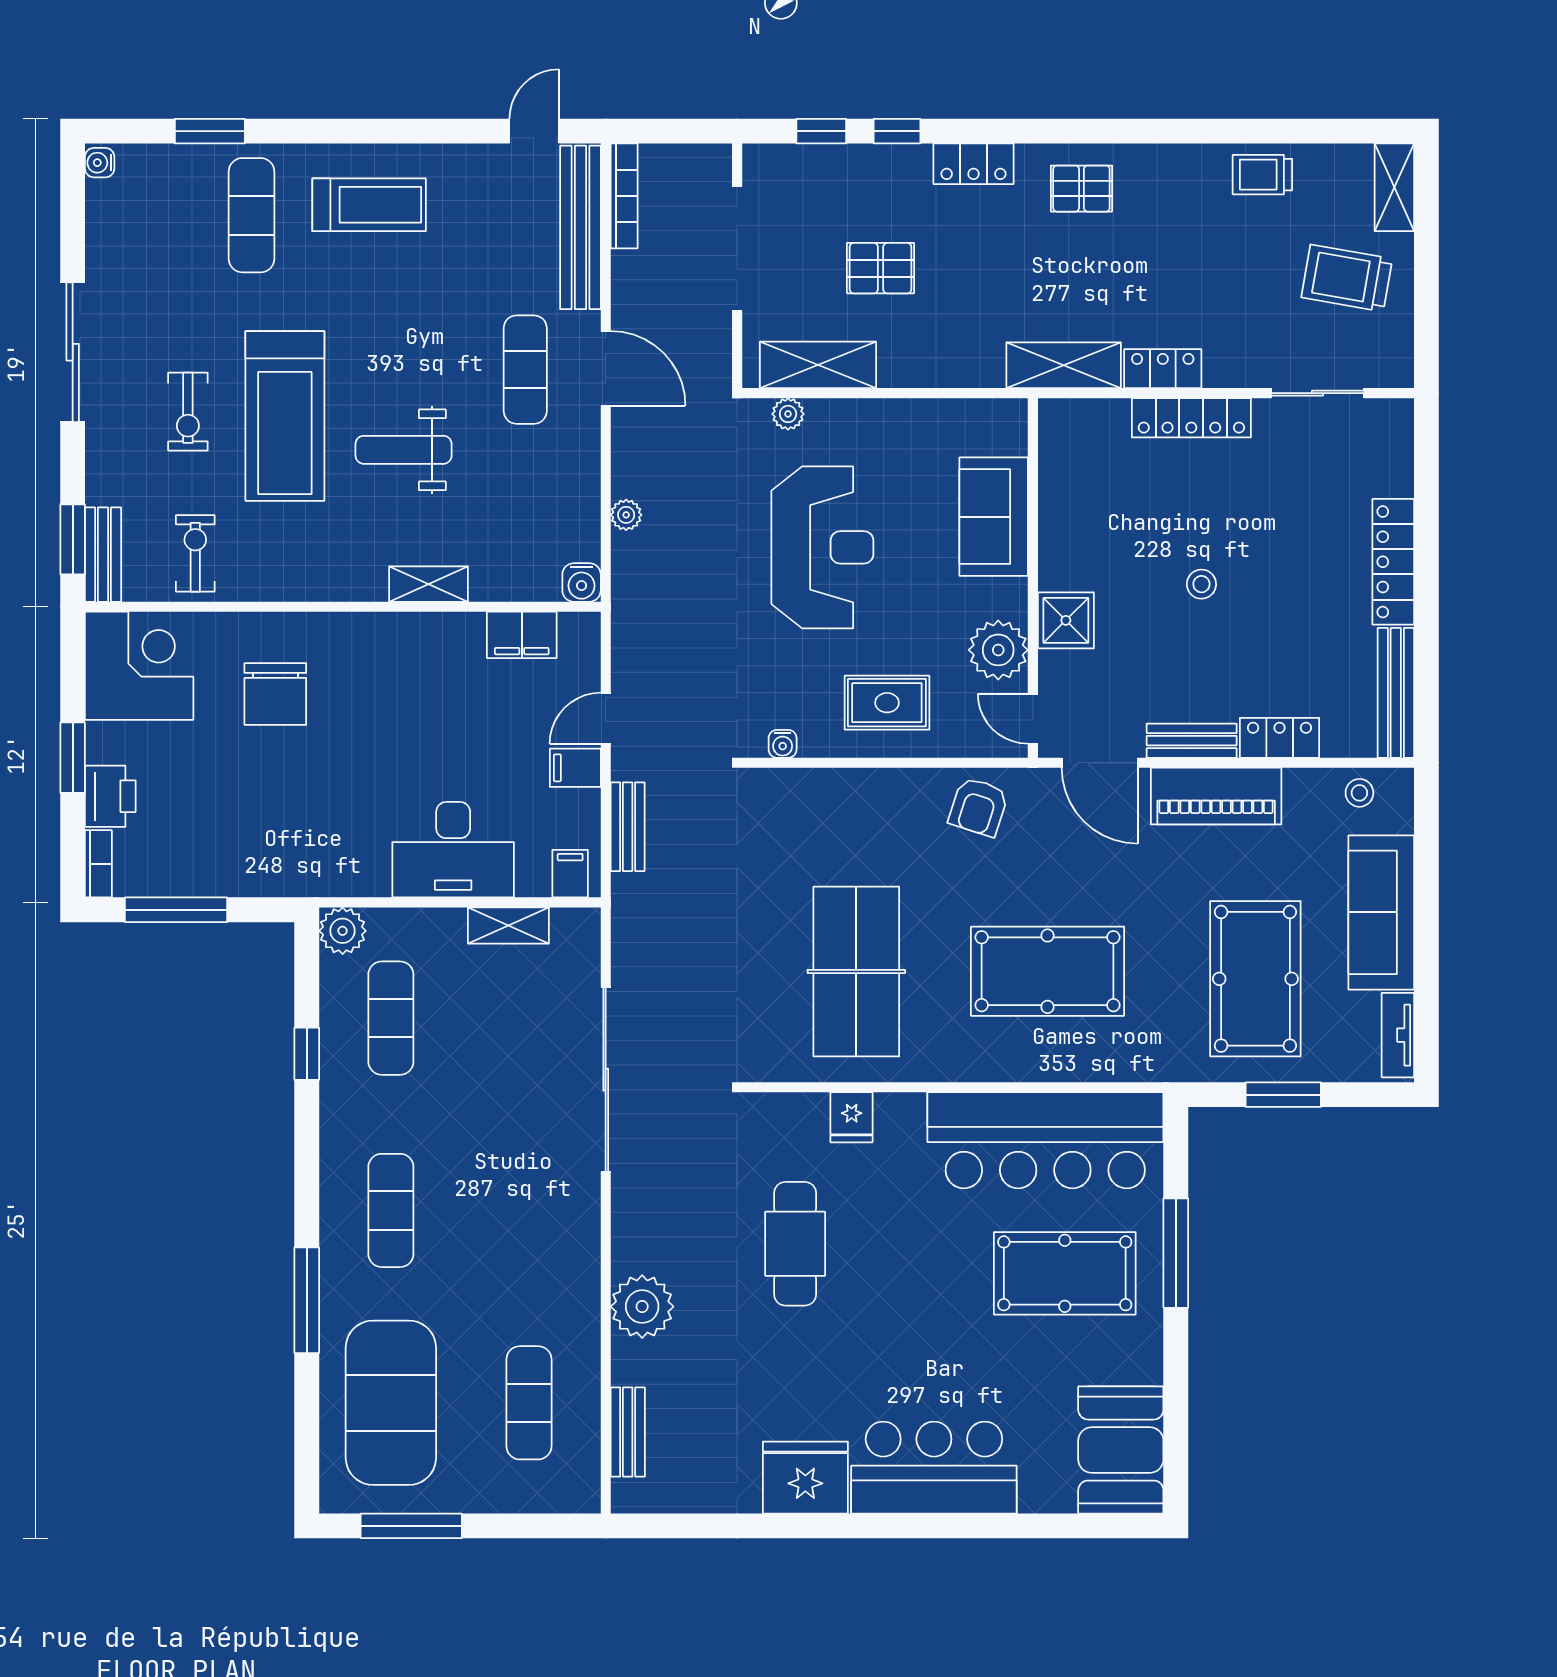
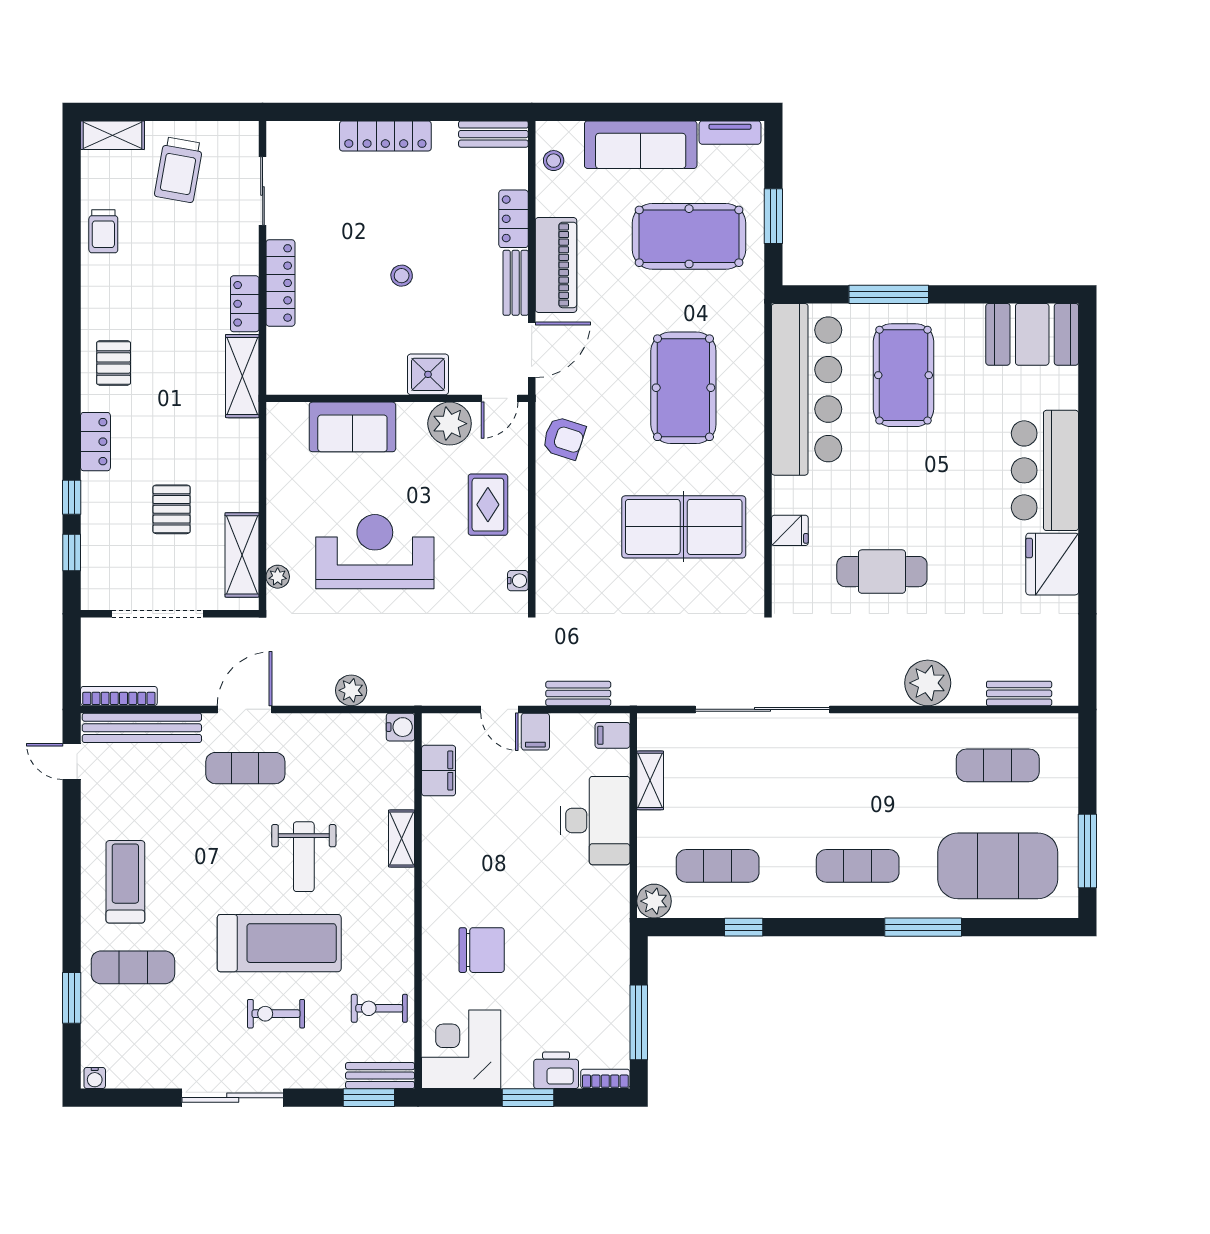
exercise bike: (188, 412) -> (276, 1014), turned 180
plant: (626, 515) -> (351, 690), width x1.38, depth x1.38
bench: (1396, 693) -> (493, 134), width x0.73

